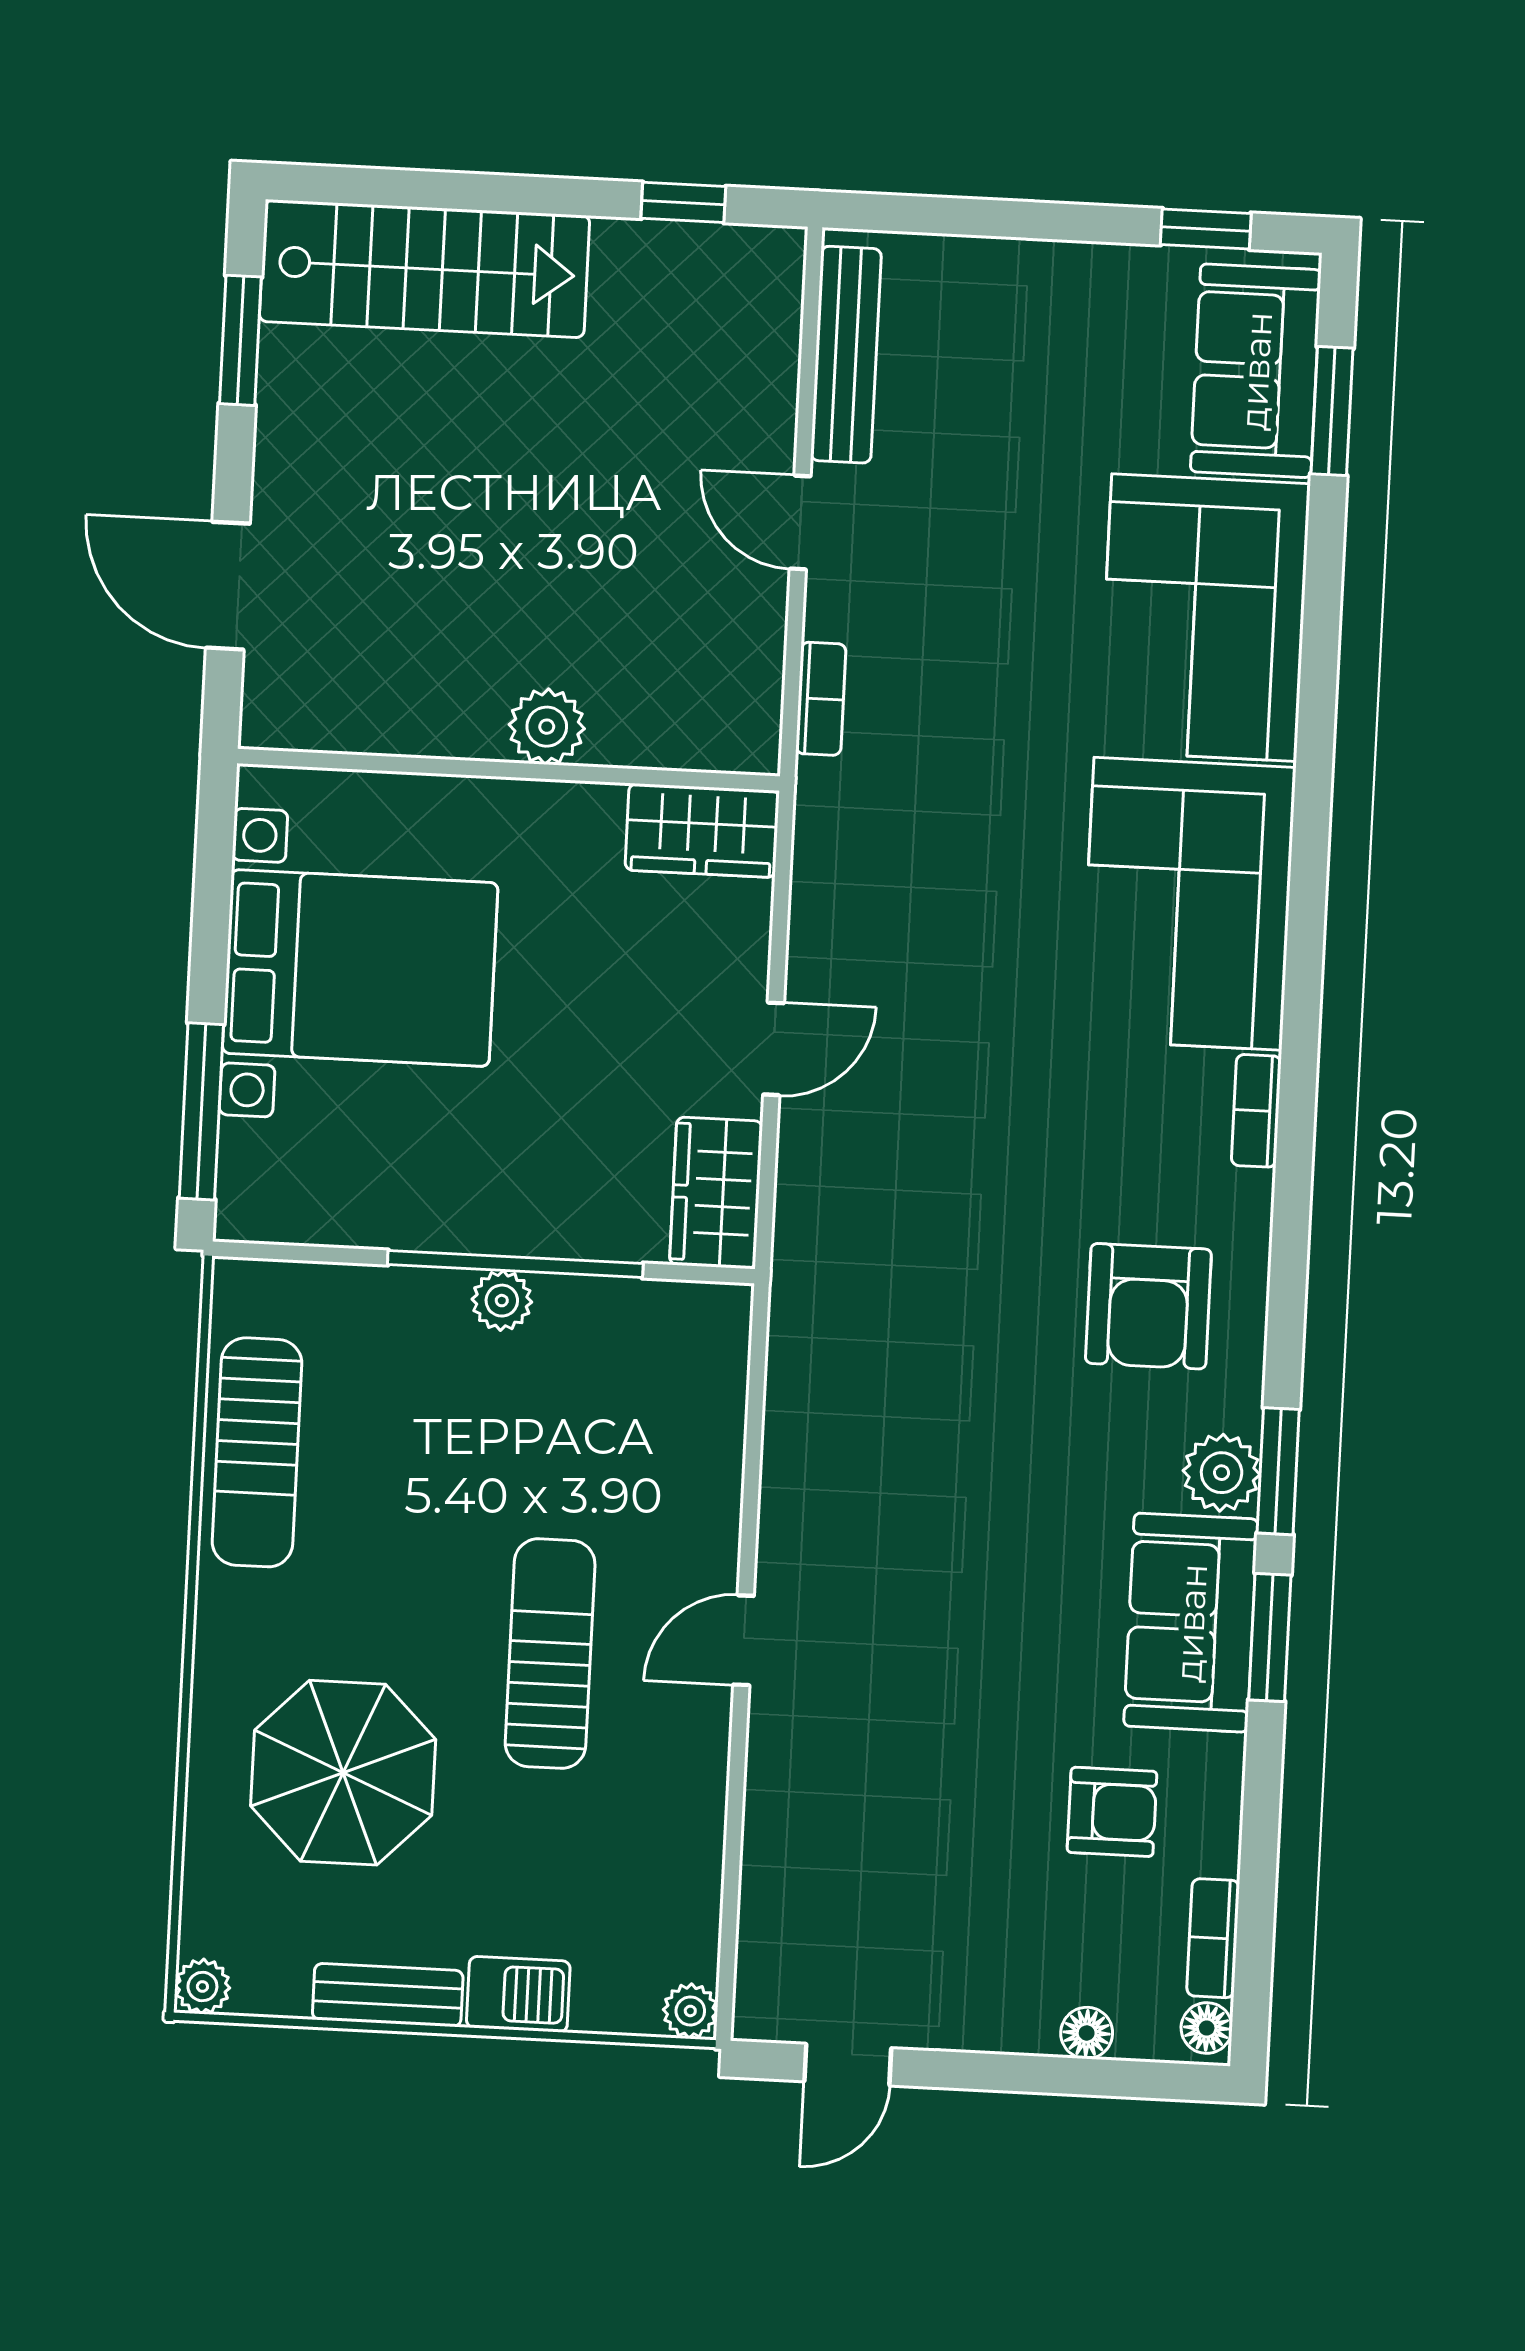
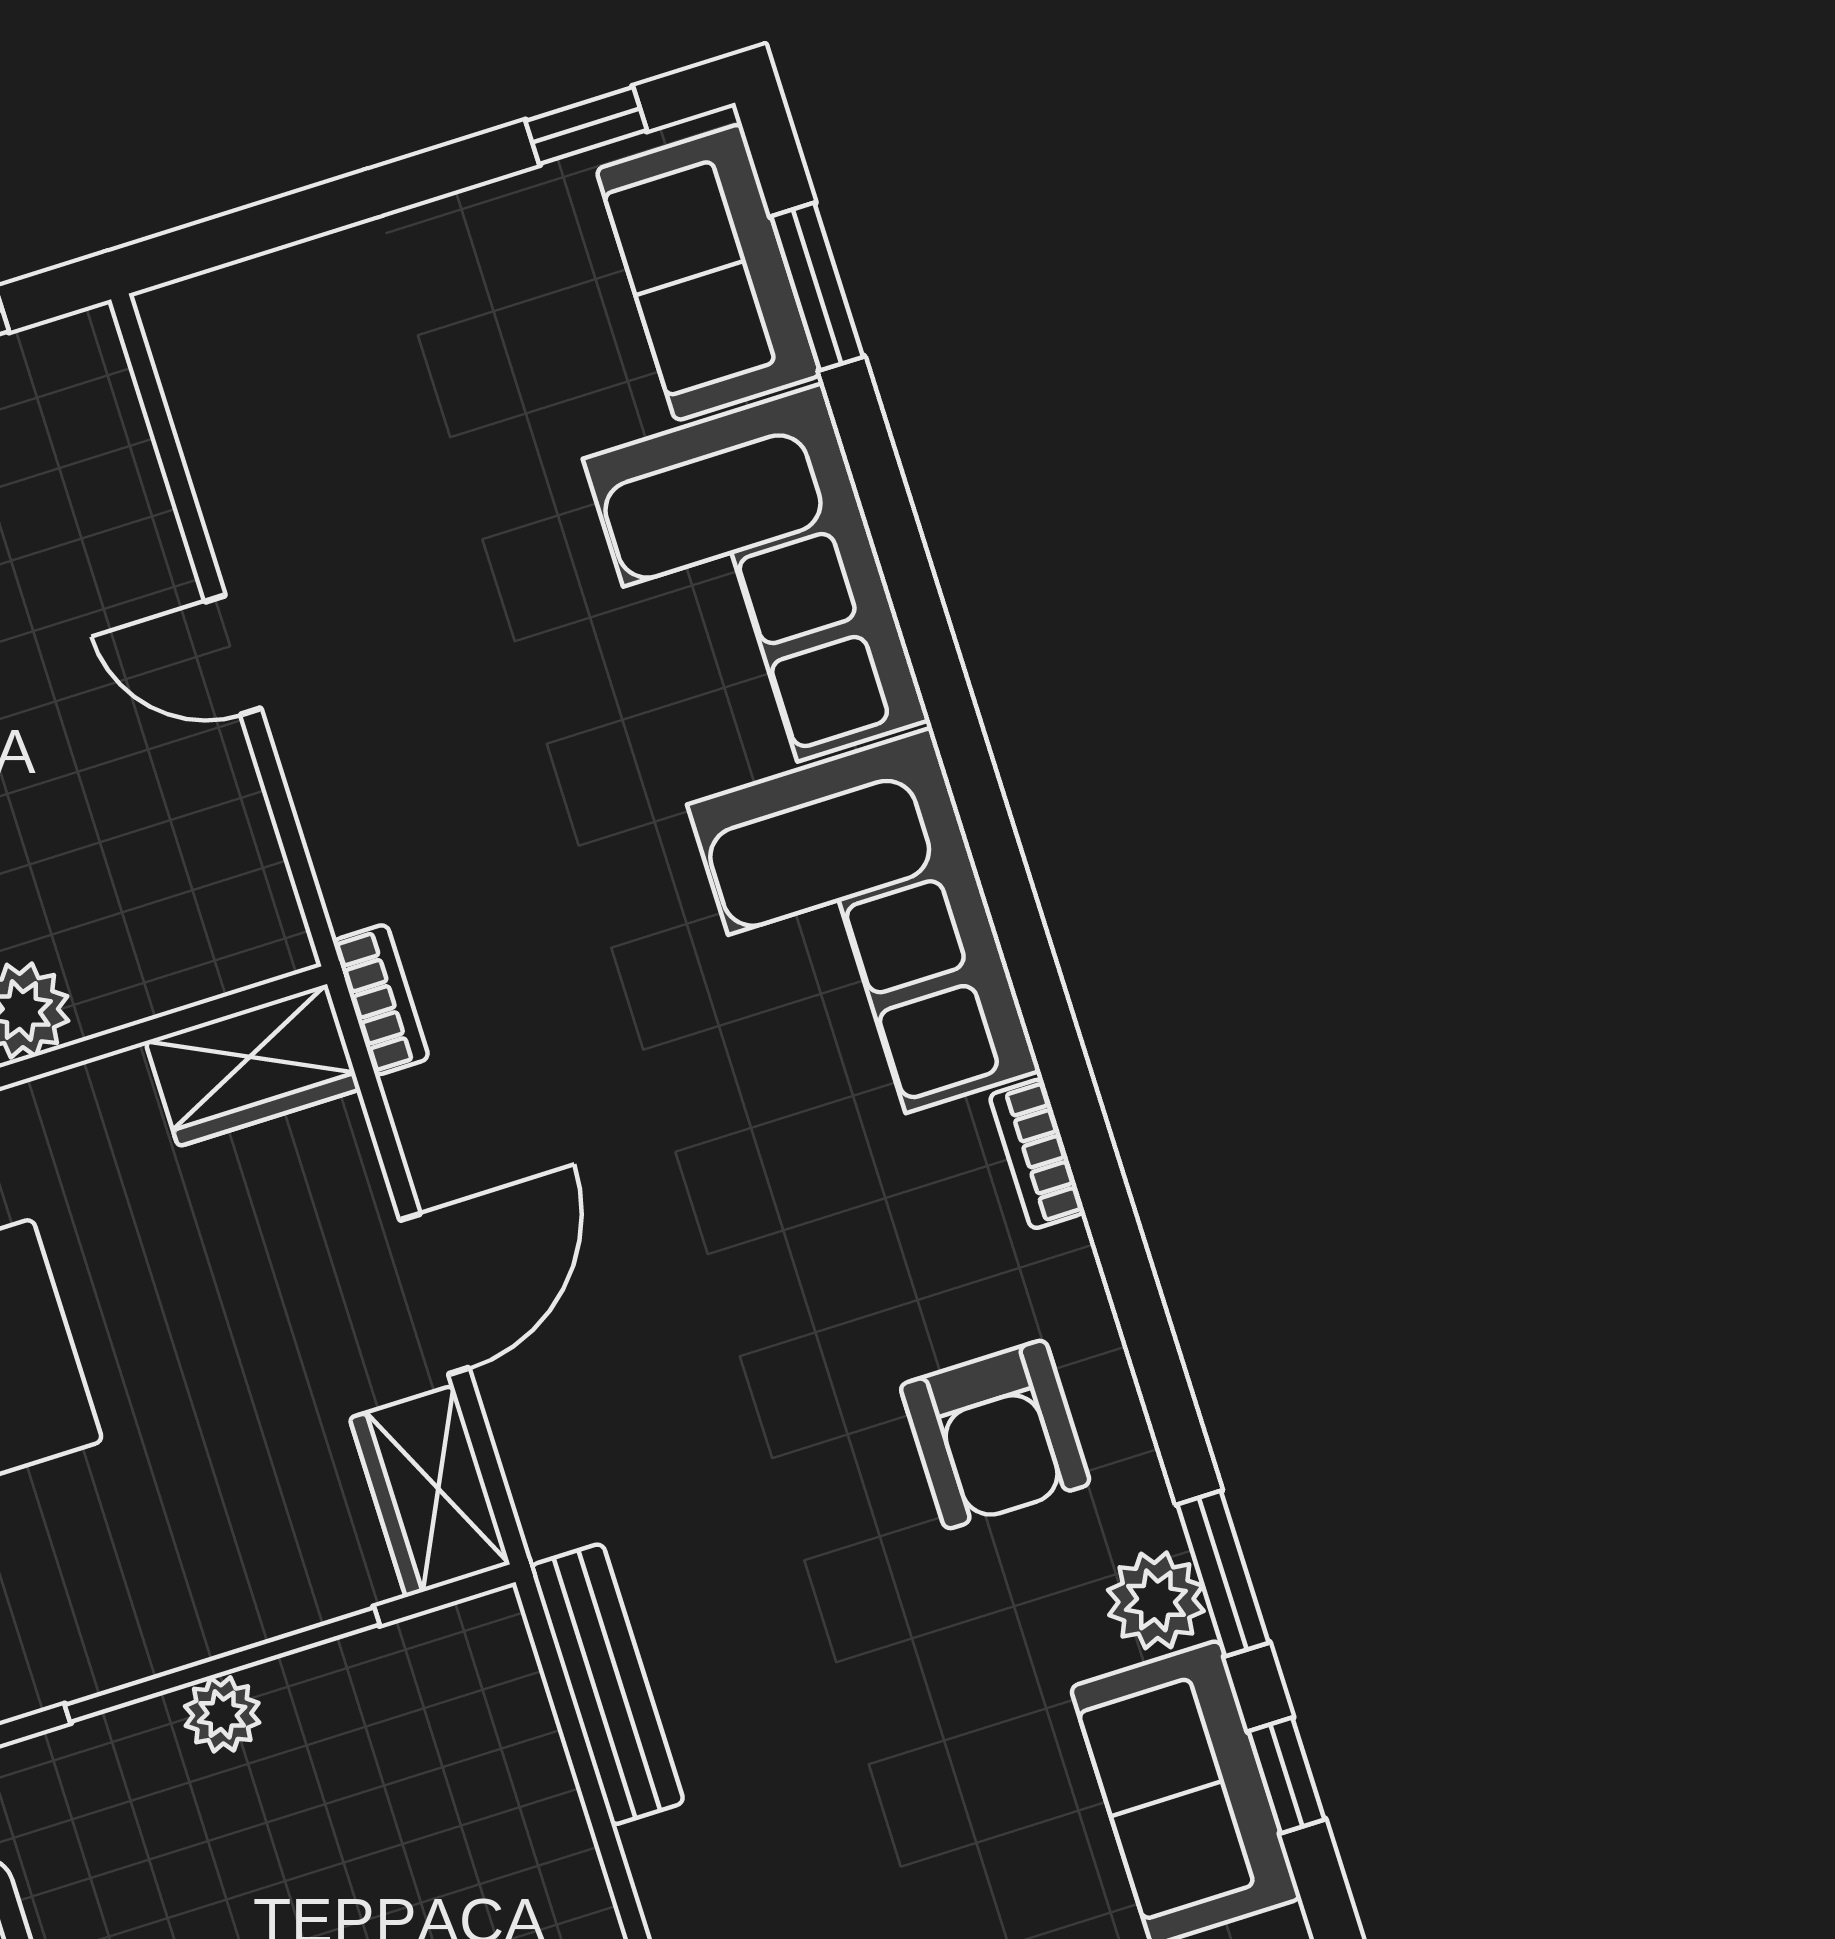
bench: (846, 355) -> (607, 1684), moved
bookcase: (821, 699) -> (381, 1000), moved
door: (774, 1049) -> (434, 1294), width x1.38
window: (1270, 1637) -> (1287, 1775), width x0.67

